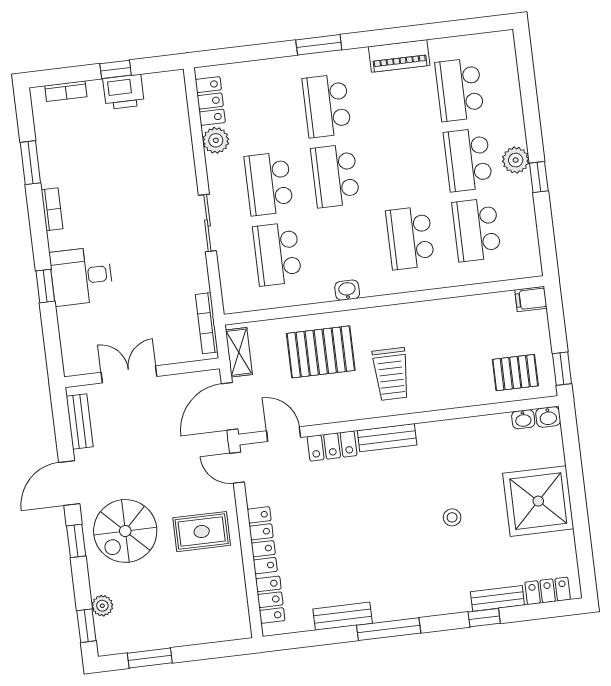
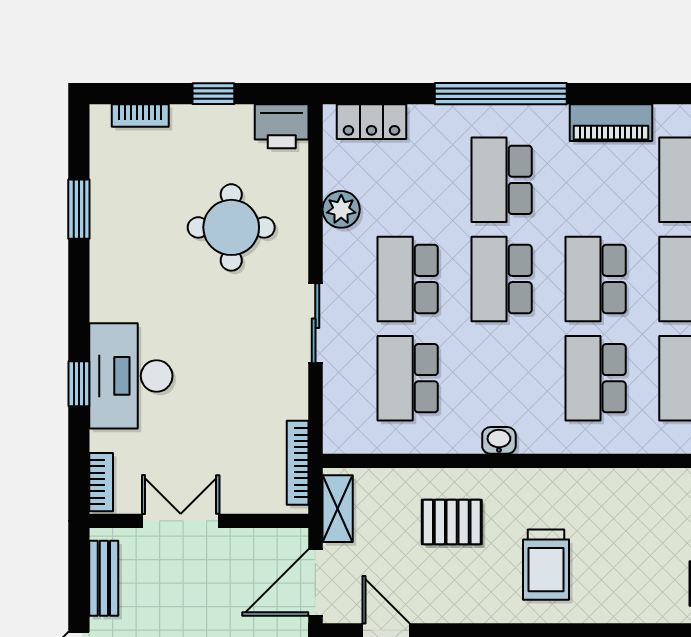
window: (319, 45) -> (501, 94), width x2.11
printer: (124, 92) -> (282, 126), moved
locker: (210, 101) -> (372, 122), moved, turned 90
round table: (140, 163) -> (231, 227), added
school desk: (402, 168) -> (596, 279), added
bookcase: (52, 209) -> (101, 482), moved
desk: (81, 276) -> (131, 376), width x1.37
pallet: (321, 352) -> (452, 522), width x0.67, depth x0.71

